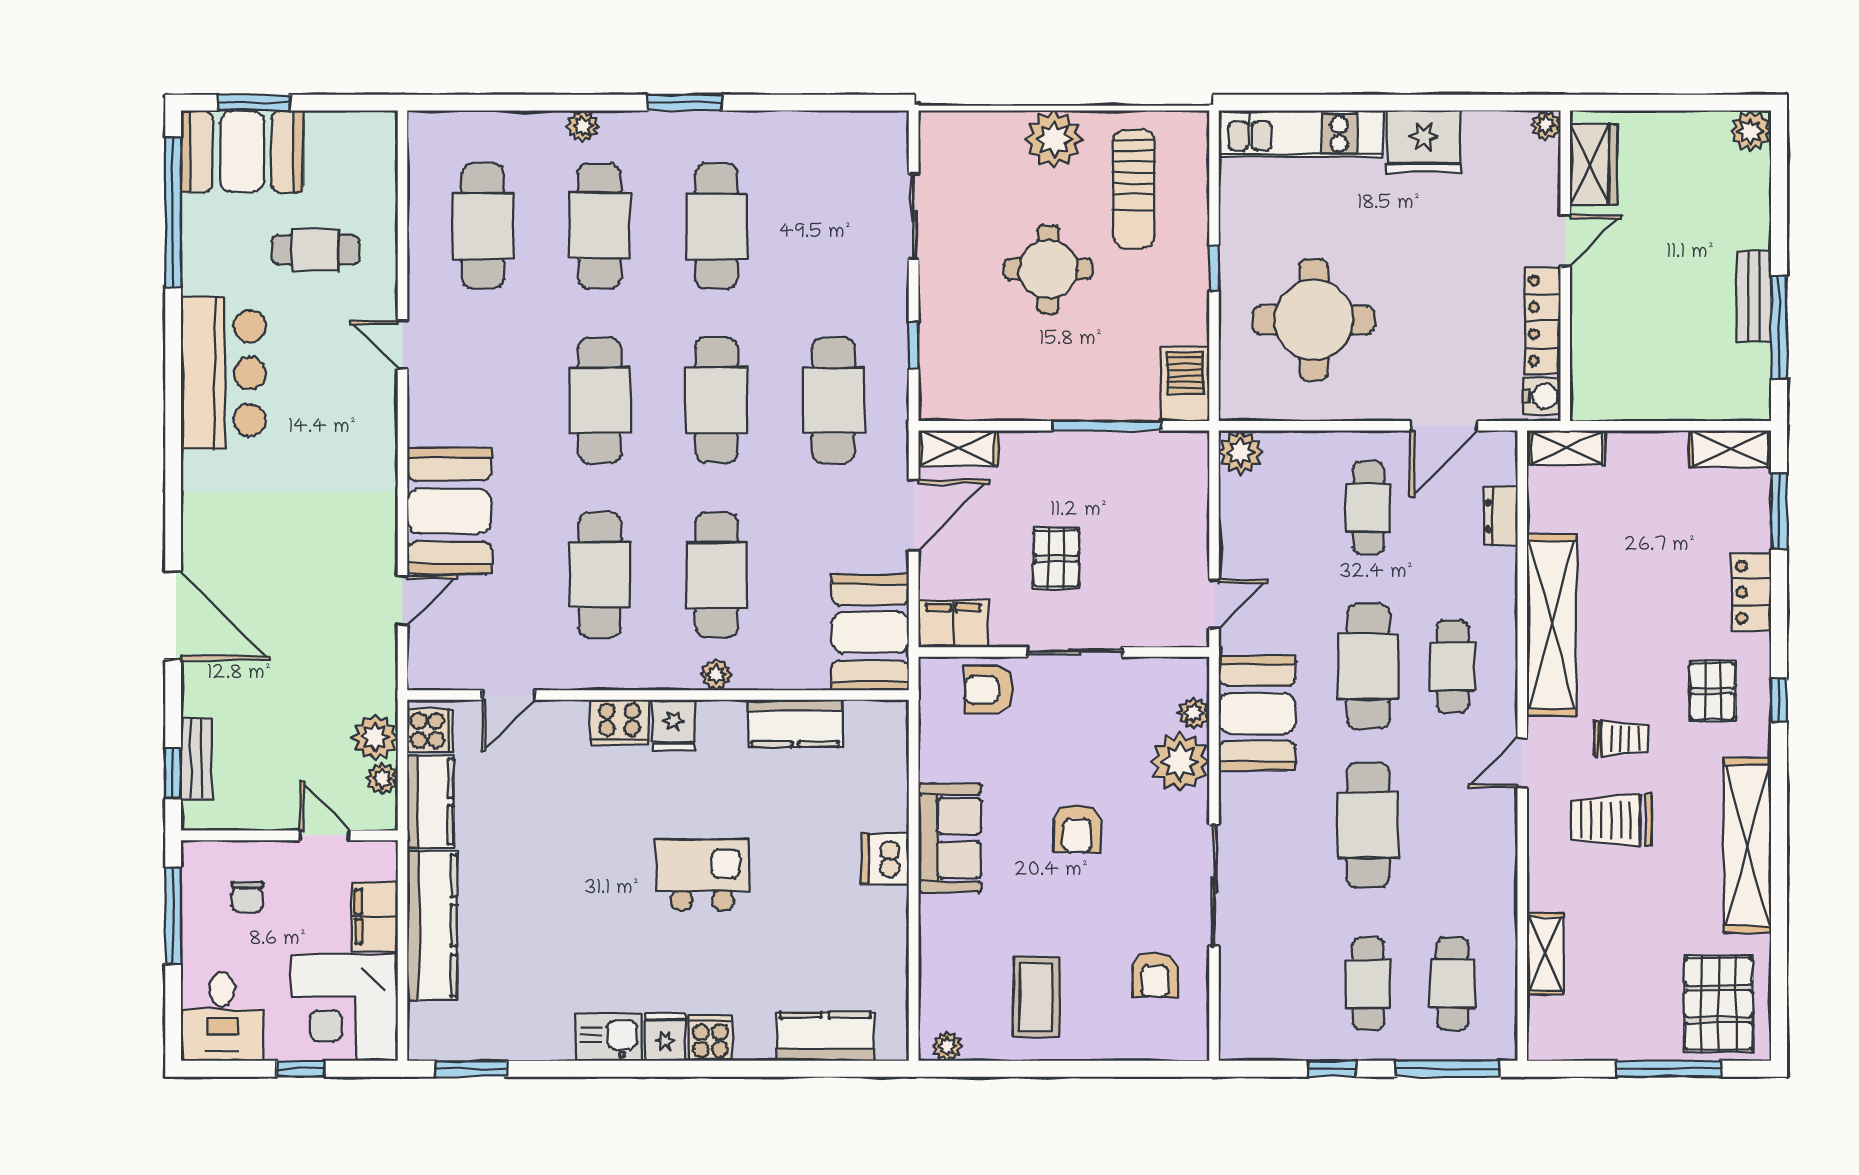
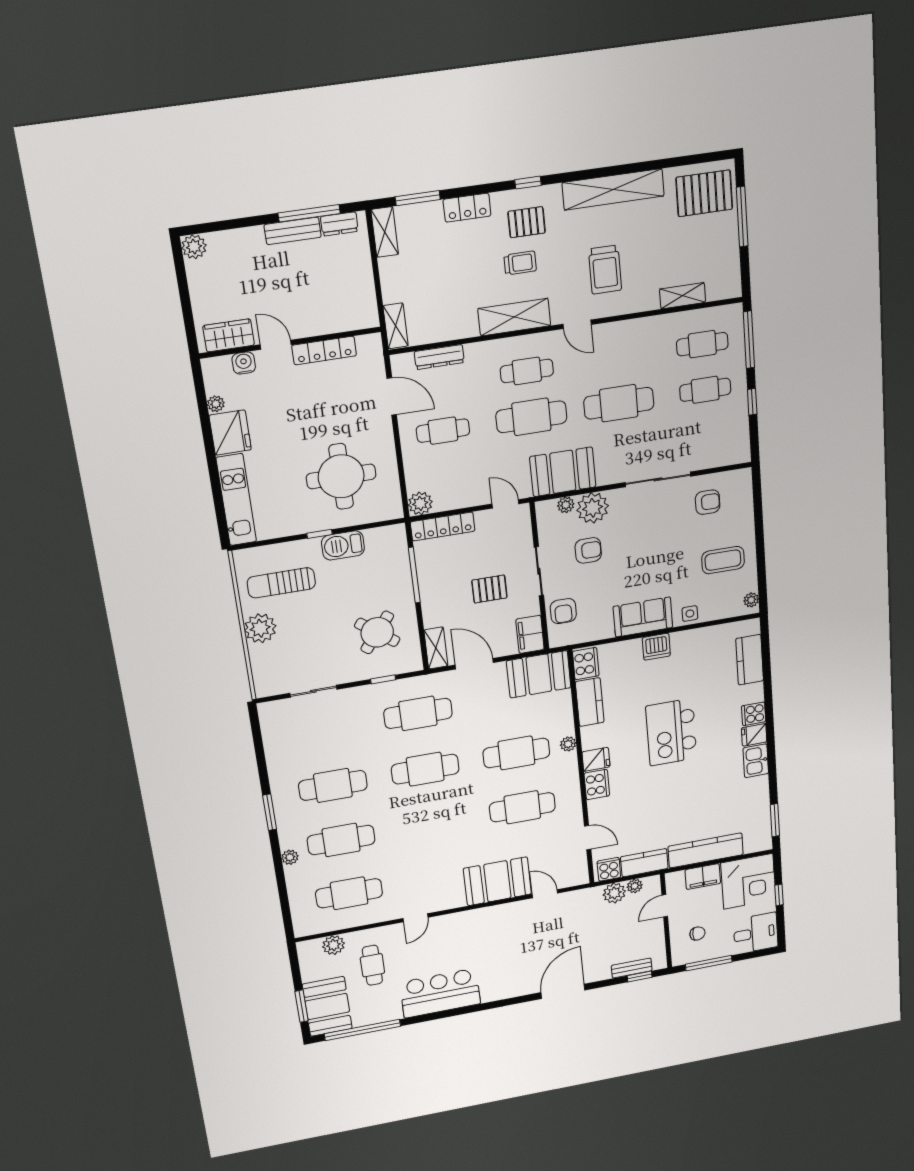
plant: (1546, 125) -> (216, 404), moved
plant: (376, 182) -> (334, 945), added
sun lounger: (1134, 189) -> (281, 583), turned 180
round table: (1048, 269) -> (377, 632), moved, turned 38
dresser: (1754, 375) -> (339, 224), added
barbecue: (1185, 384) -> (343, 545), moved
water cooler: (1542, 396) -> (244, 363), moved
cafe table: (600, 400) -> (432, 824), removed
locker: (1191, 487) -> (443, 526), added
dresser: (1501, 516) -> (439, 357), width x1.44
shelving: (1552, 625) -> (514, 317), width x0.68
cooker: (875, 723) -> (586, 664), added
trolley: (1621, 739) -> (520, 263), moved, turned 90
armchair: (1077, 829) -> (588, 550), moved
kitchen island: (702, 875) -> (671, 732), width x1.37, depth x1.28
side table: (941, 927) -> (690, 614), added

